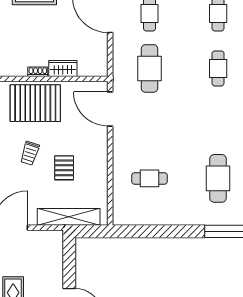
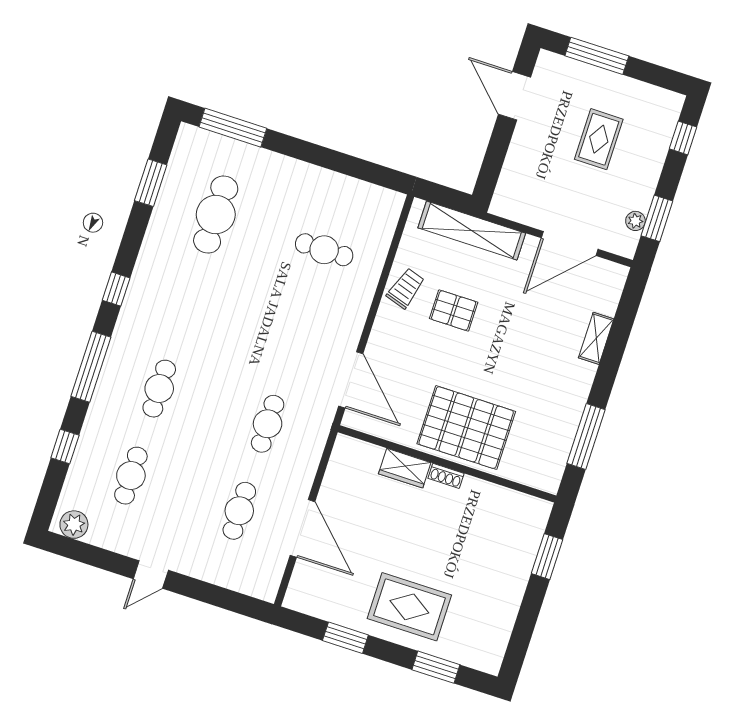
cafe table: (150, 68) -> (268, 424), width x0.73, depth x0.74
trolley: (30, 153) -> (406, 288), moved
pallet: (64, 168) -> (454, 310), turned 90

